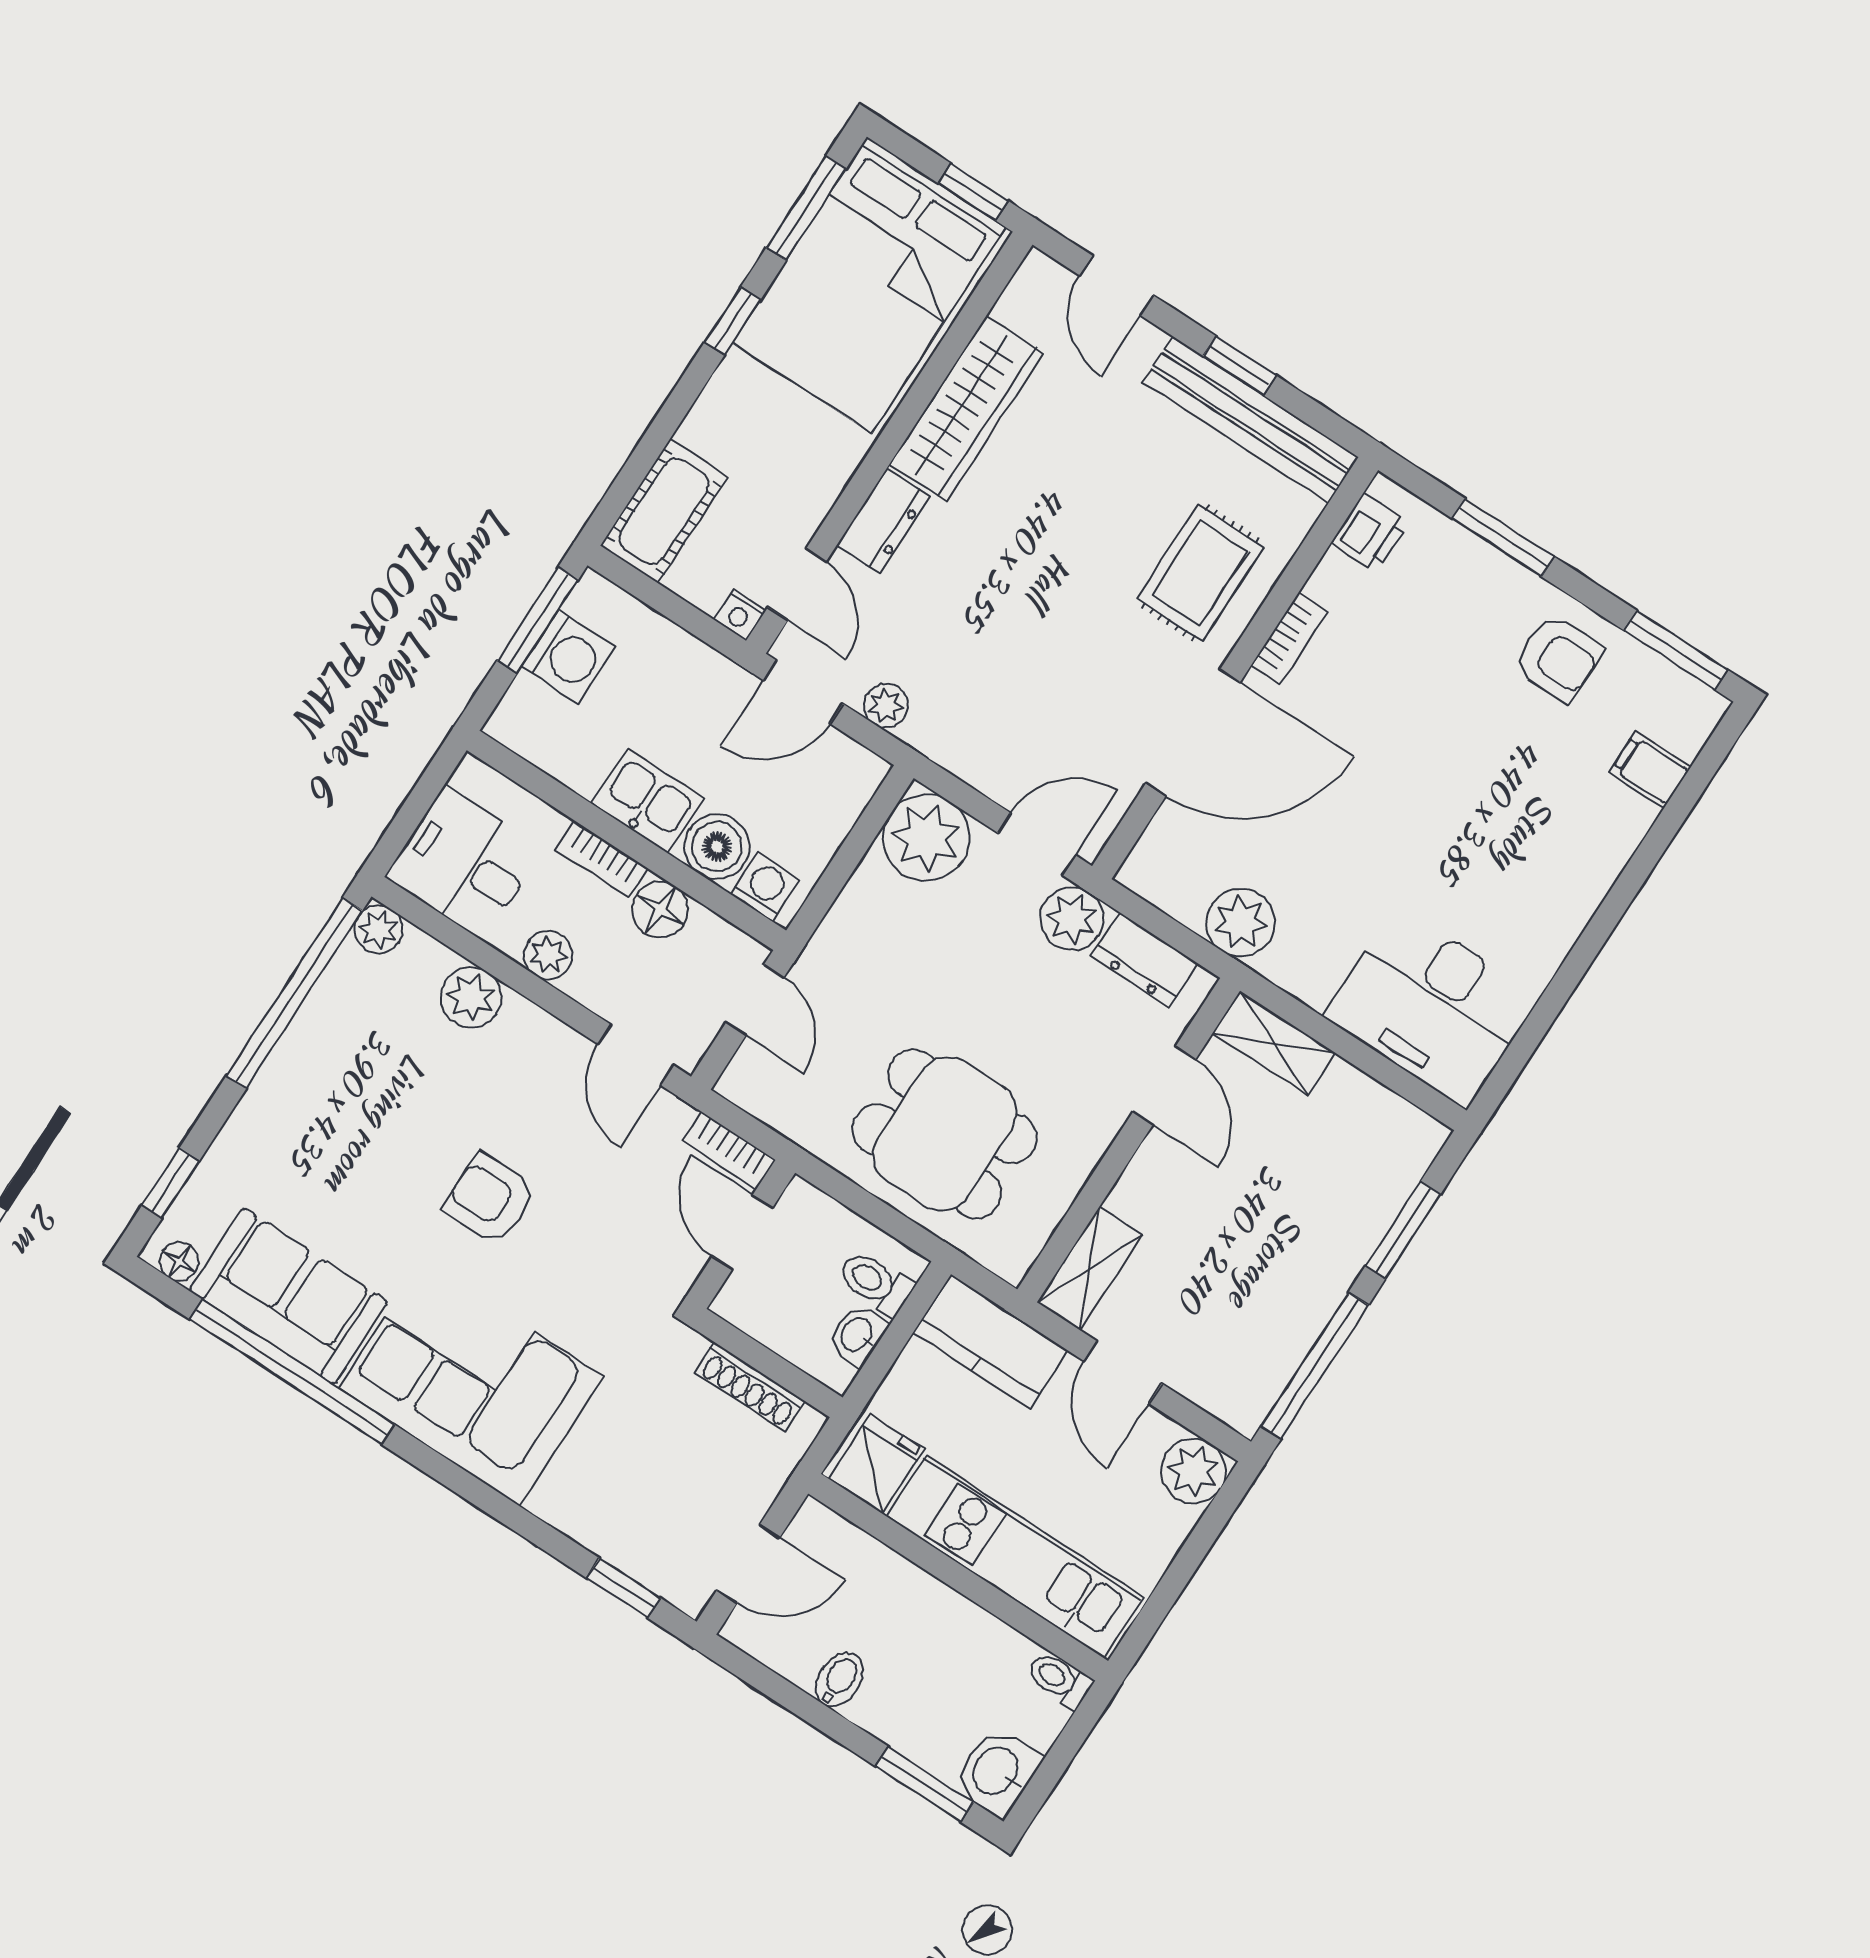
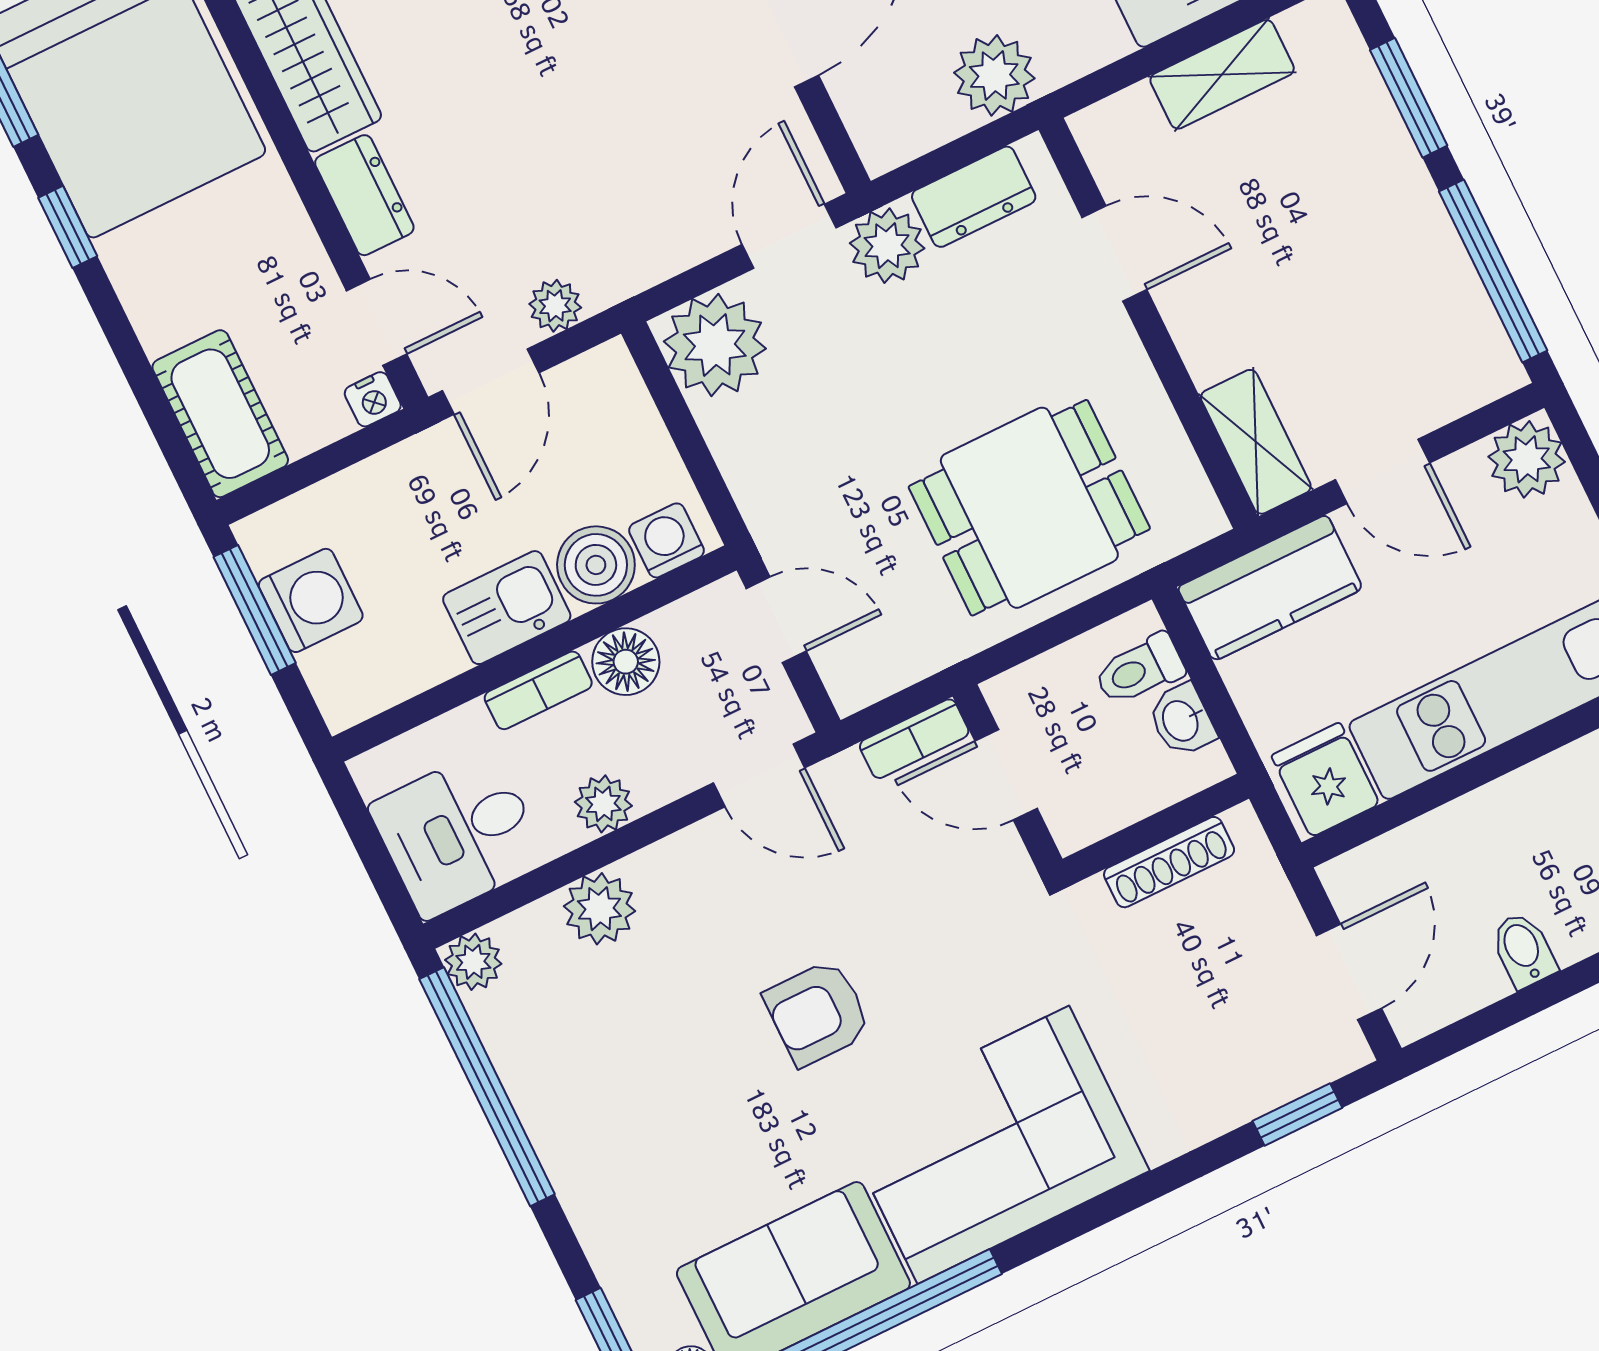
shelving: (1274, 1043) -> (1222, 74), moved

